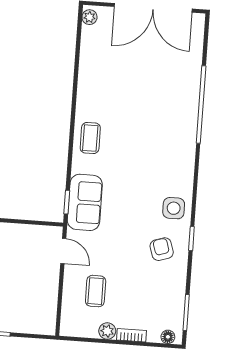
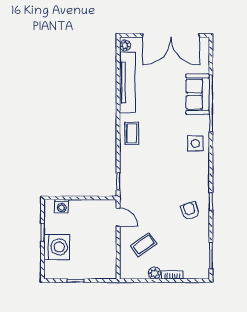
tv unit: (89, 68) -> (127, 82), added
sofa: (85, 202) -> (198, 94), moved, turned 180
side table: (174, 208) -> (195, 143), moved
coffee table: (96, 291) -> (144, 245), turned 55
floor lamp: (168, 337) -> (199, 274), removed

